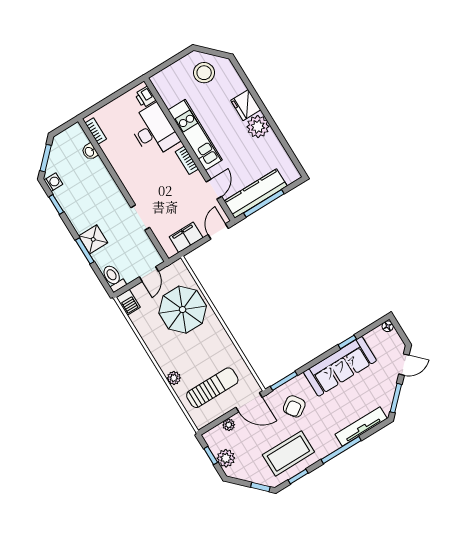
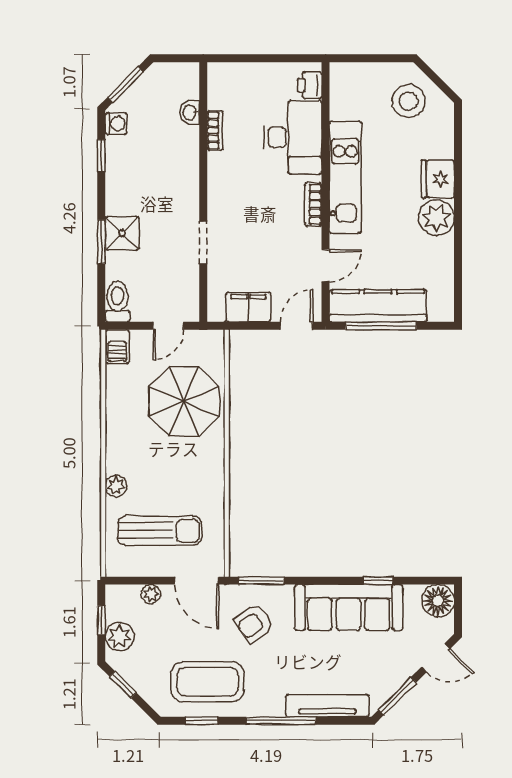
bookcase: (96, 131) -> (215, 131), moved
floor lamp: (388, 326) -> (438, 601), width x1.89, depth x1.89
window: (260, 487) -> (123, 685), moved

